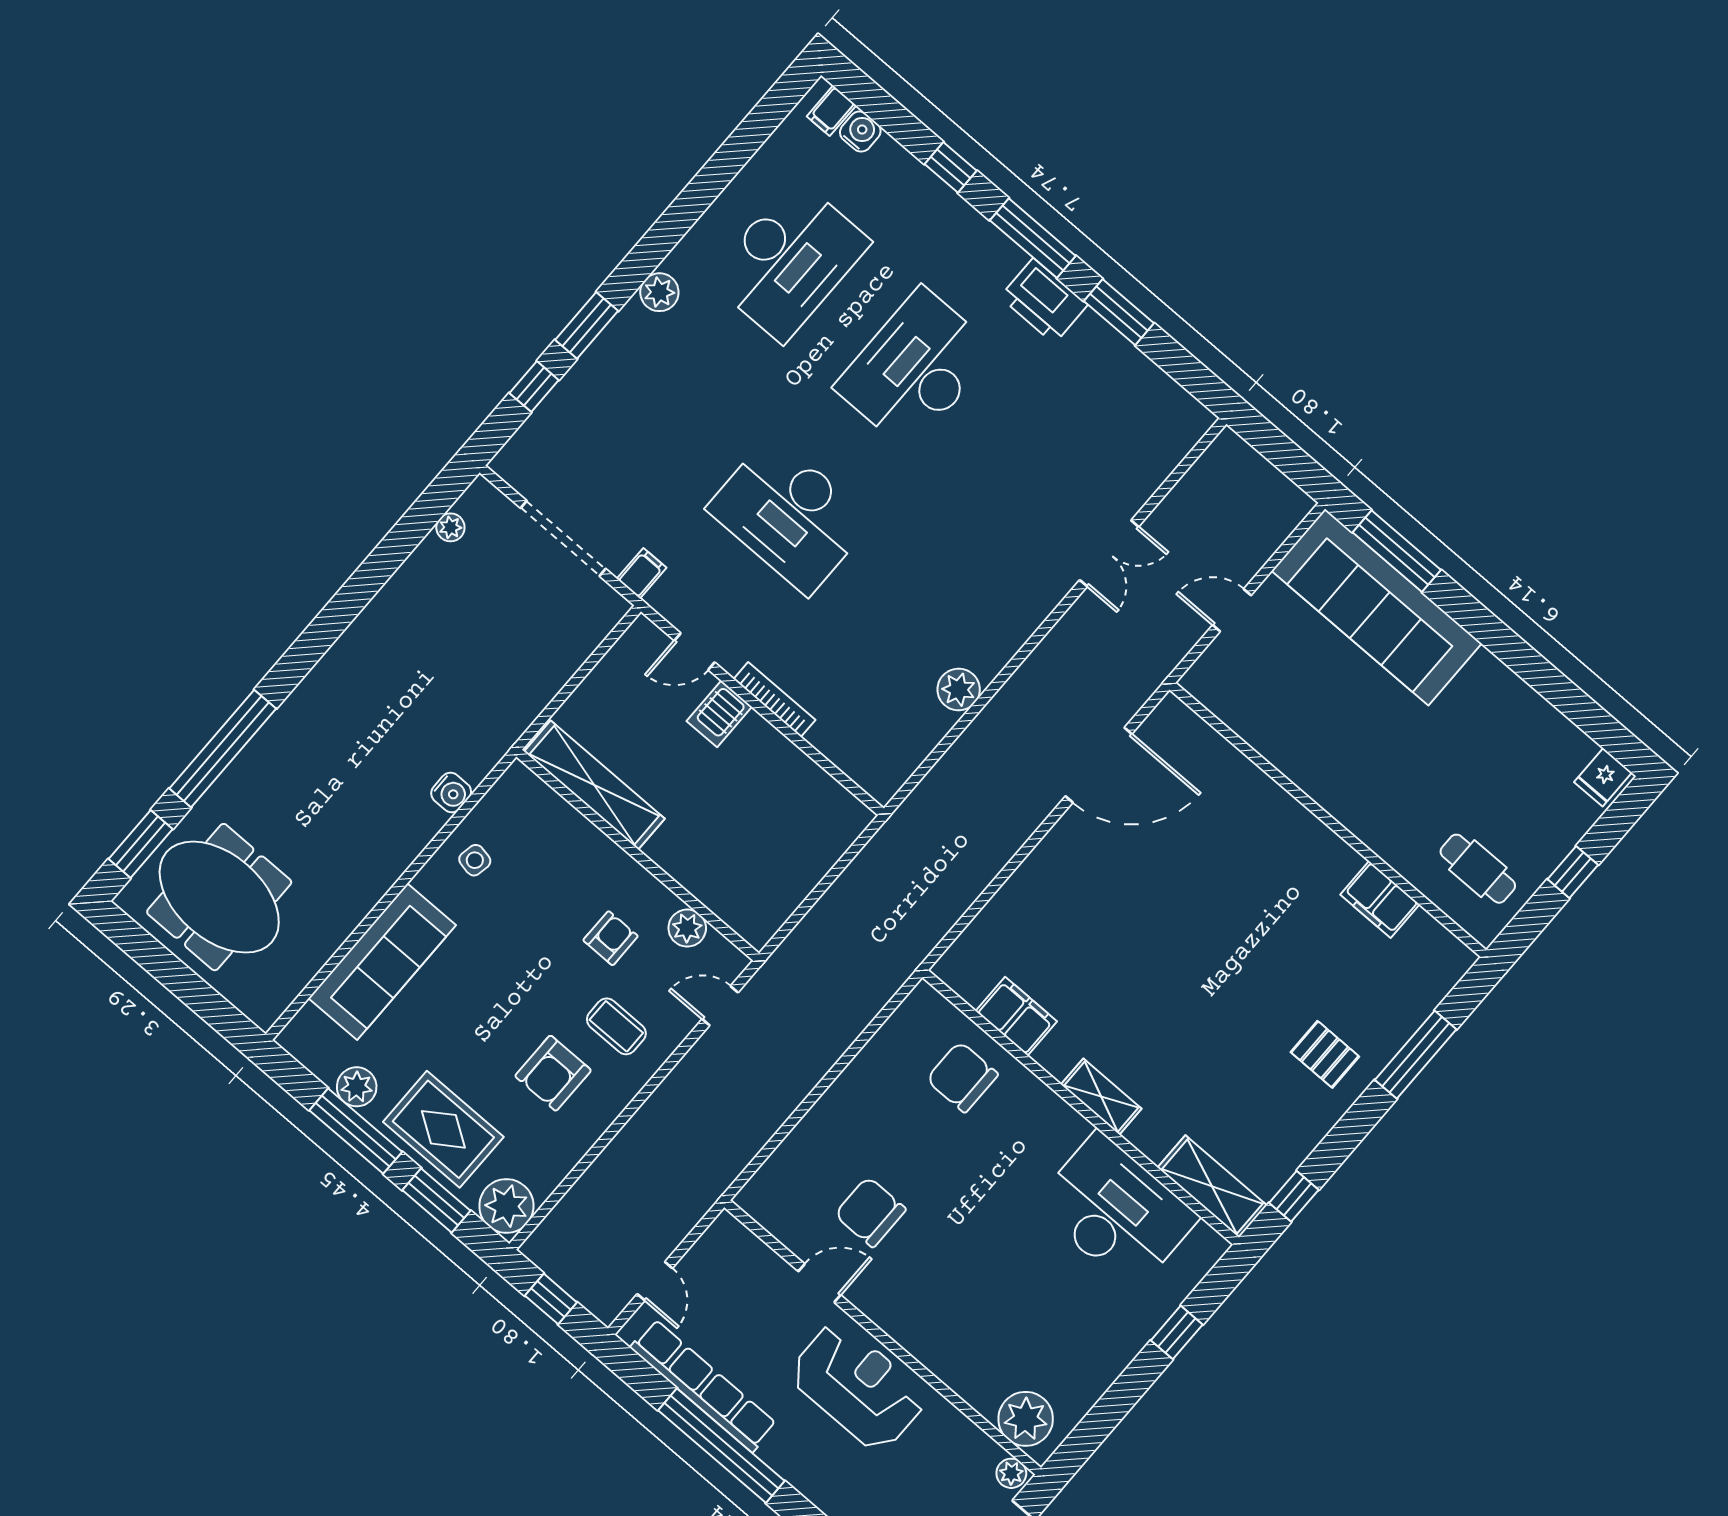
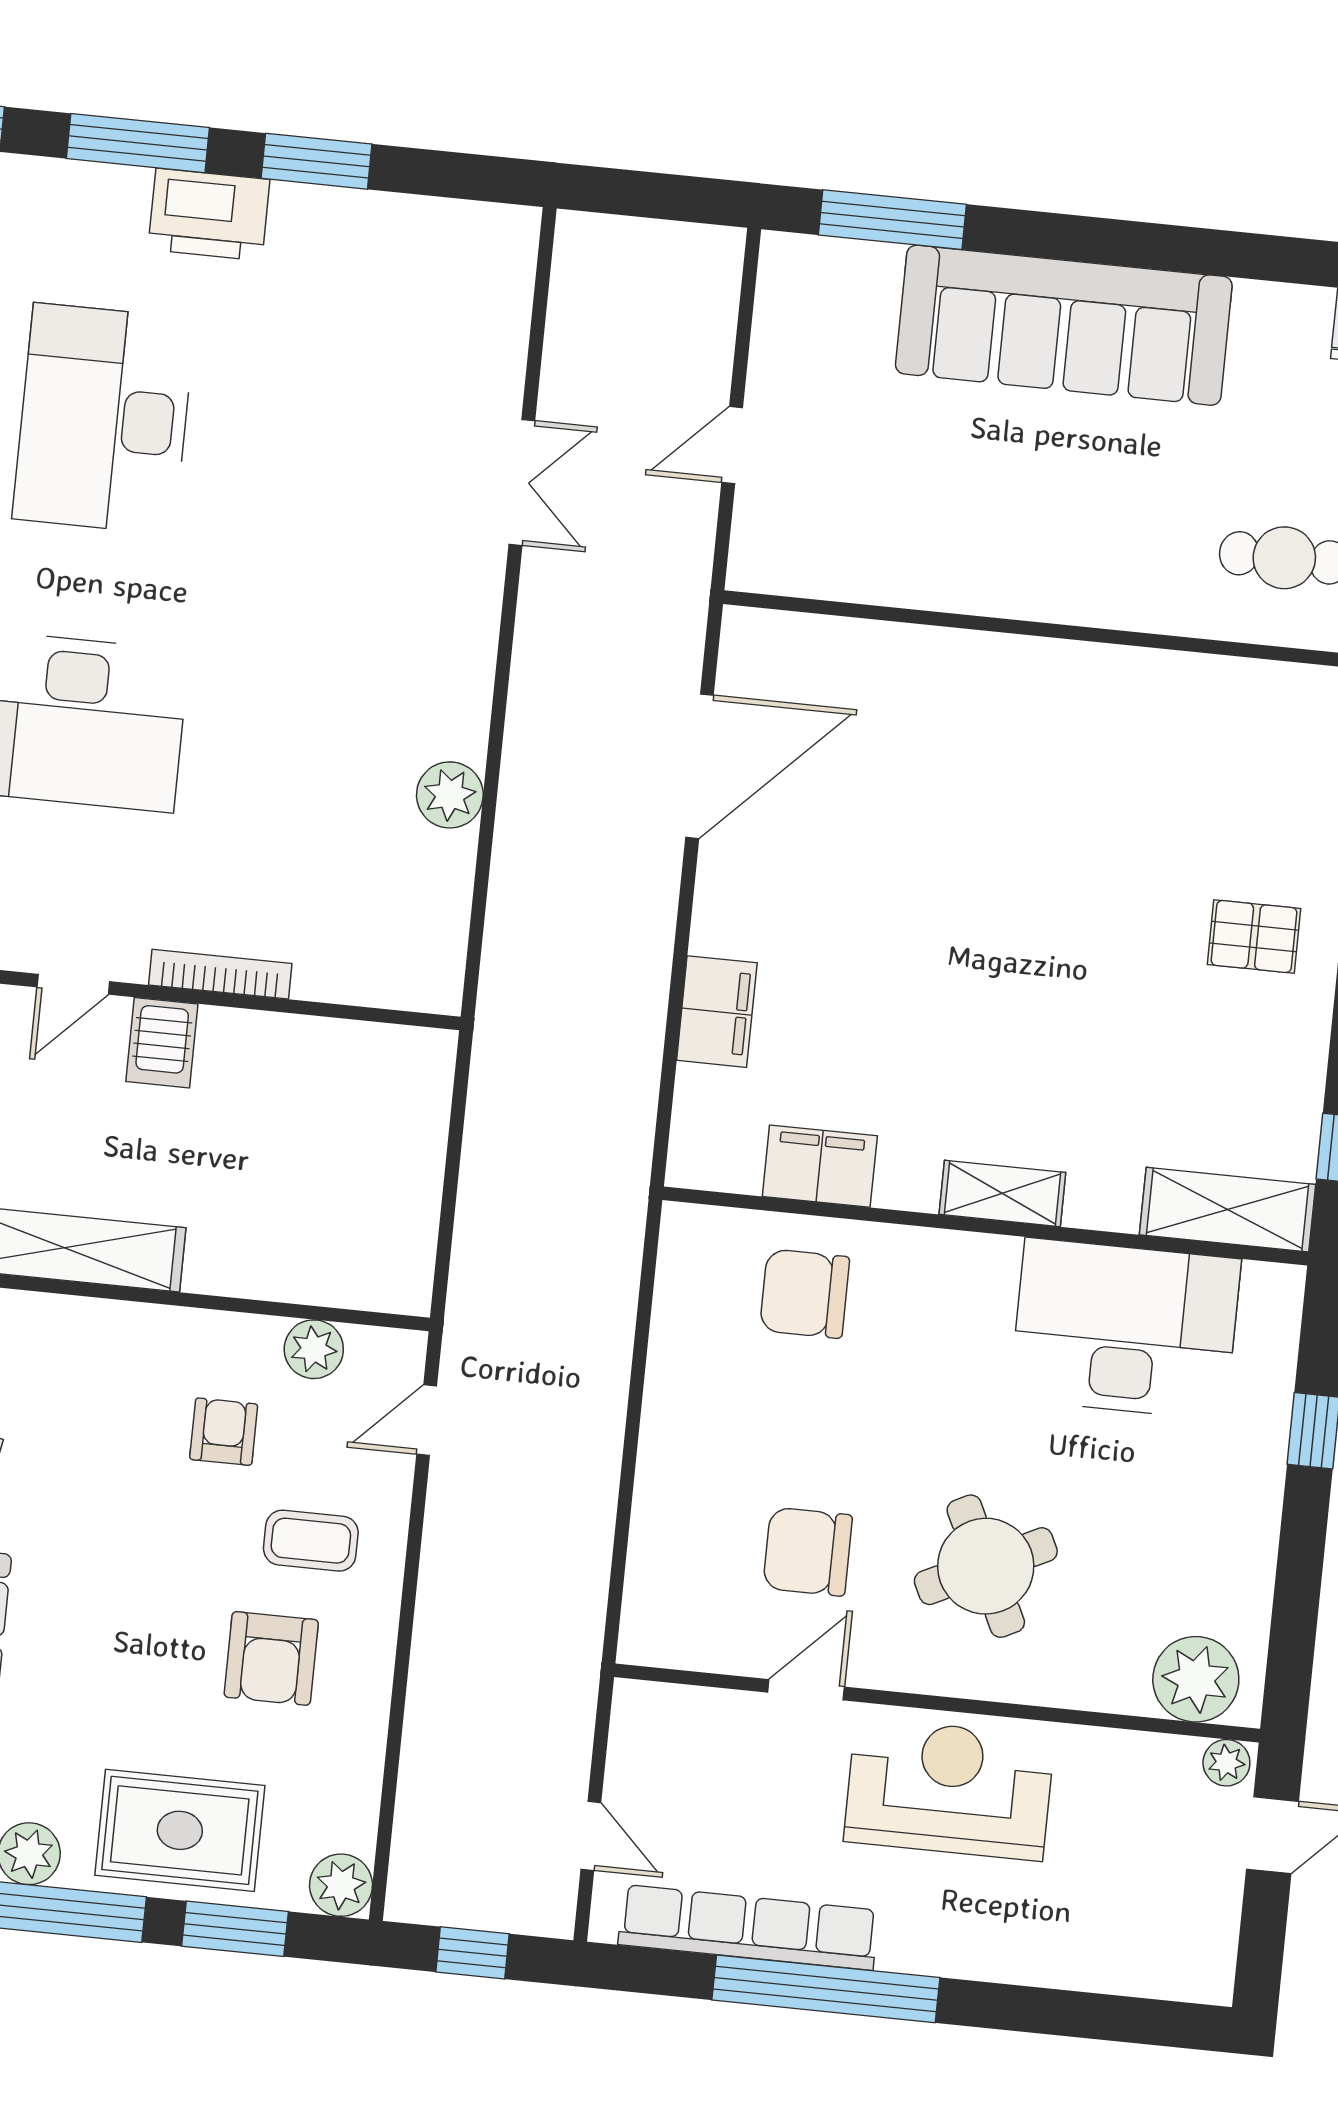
sofa: (1377, 607) -> (1064, 325), moved
filing cabinet: (1380, 899) -> (717, 1012), moved, turned -90
plant: (506, 1206) -> (341, 1885), width x0.73, depth x0.73
round table: (958, 1284) -> (986, 1566), added

